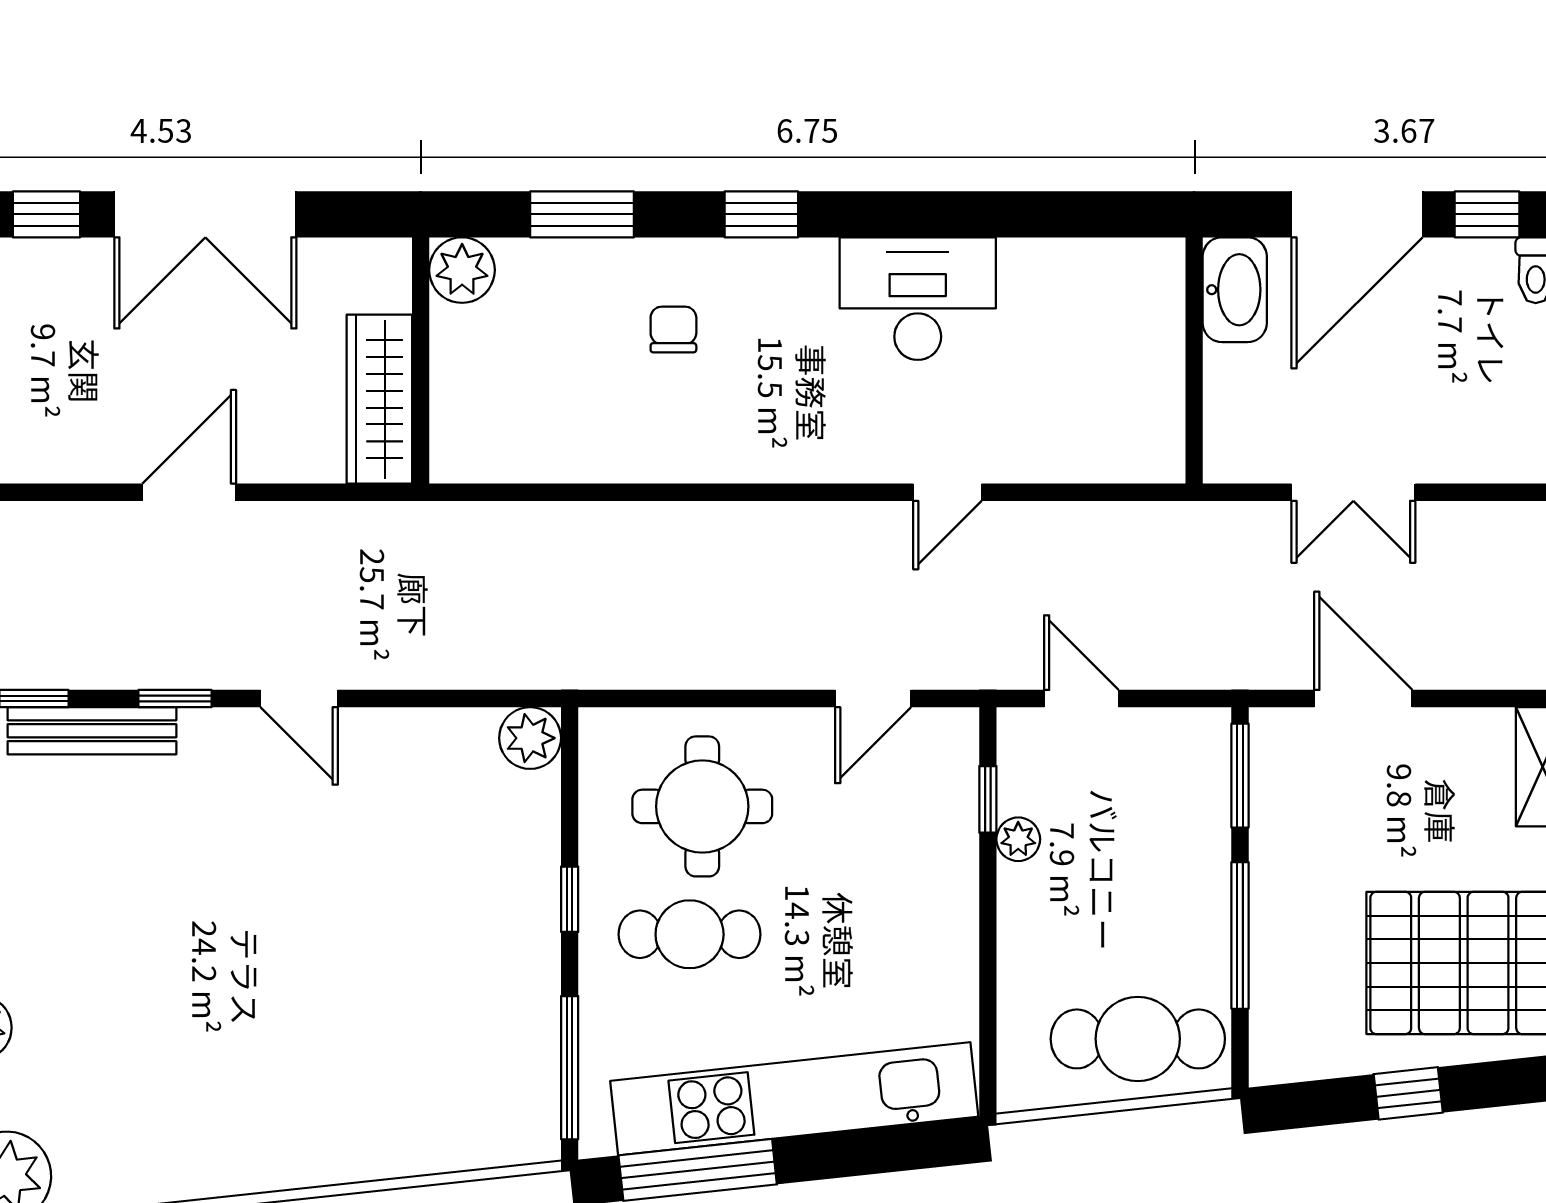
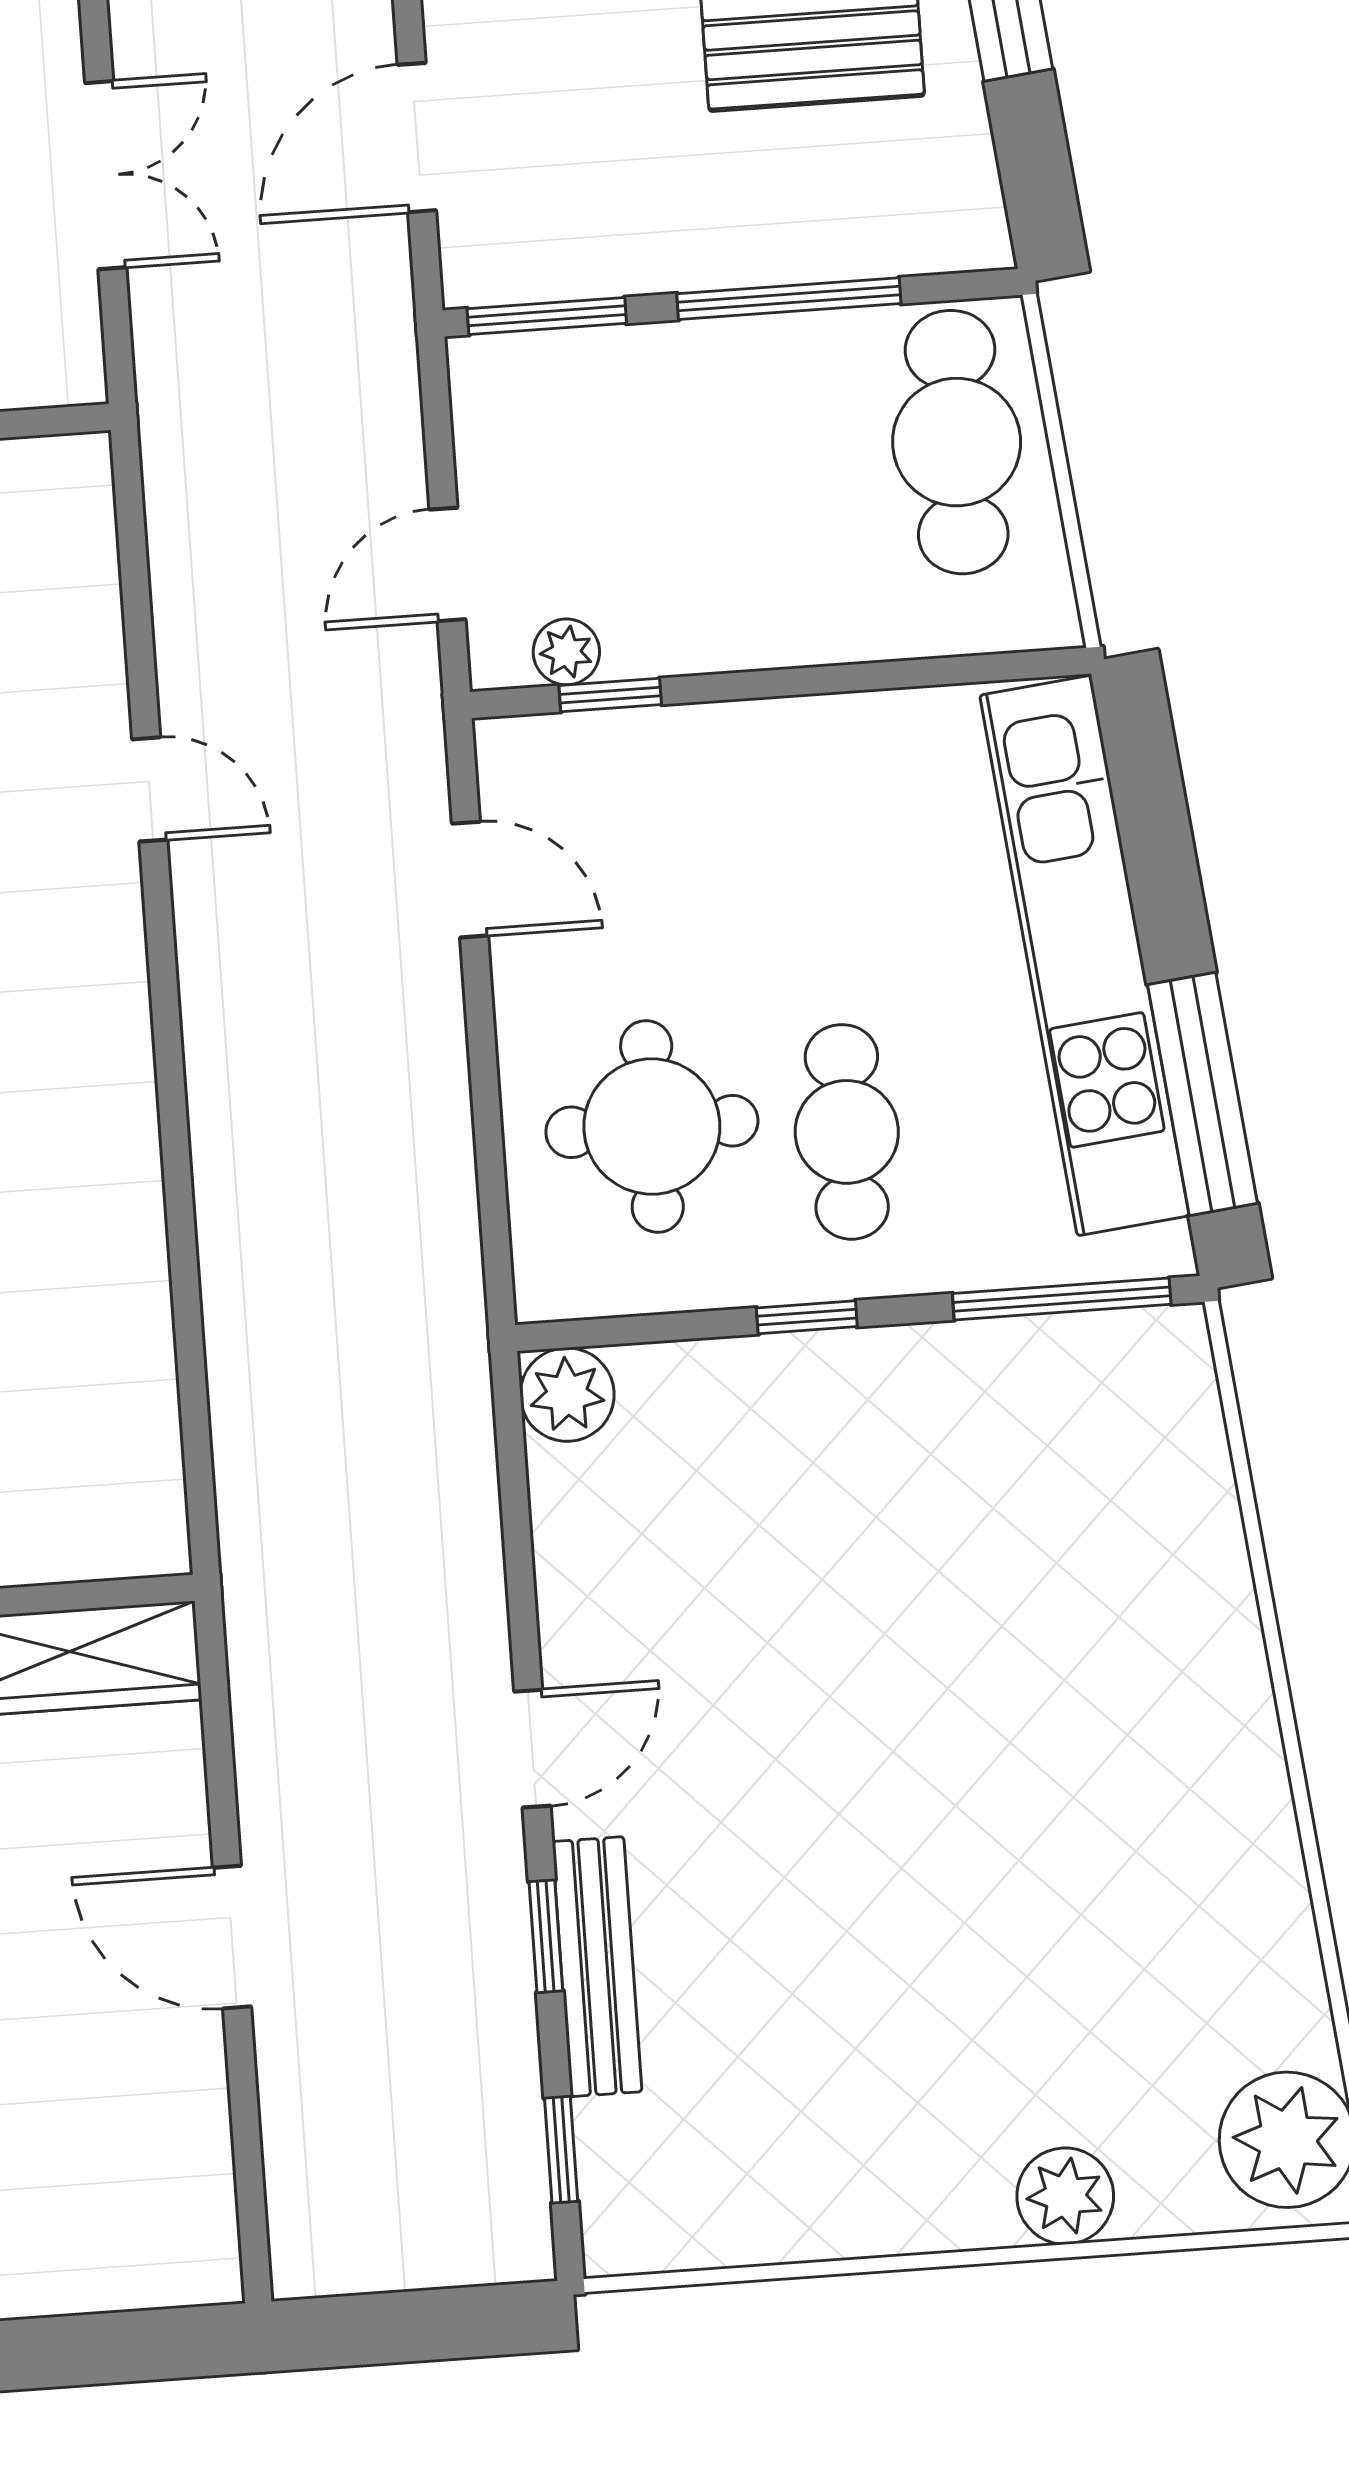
bench: (92, 731) -> (597, 1967), moved
plant: (1018, 839) -> (566, 652), moved

